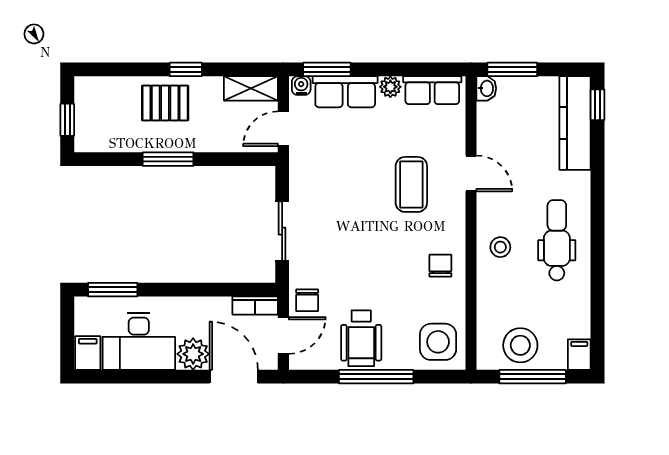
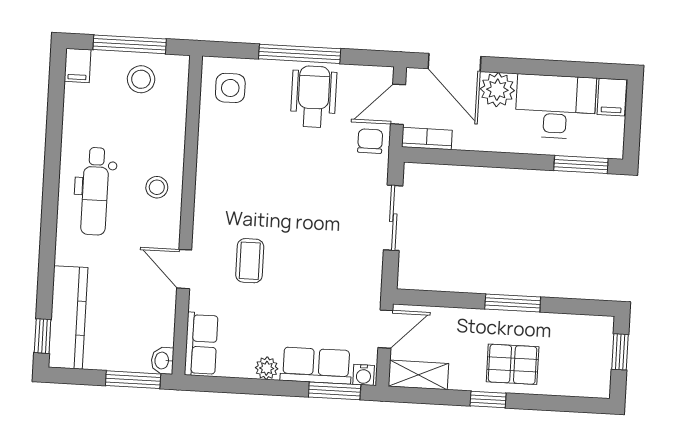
row of seats: (432, 90) -> (201, 344), moved, turned 90
coffee table: (411, 184) -> (250, 261), width x0.73, depth x0.77
chair: (440, 266) -> (223, 171), removed
side table: (438, 342) -> (230, 88), width x0.73, depth x0.73
stool: (520, 345) -> (141, 79), width x0.73, depth x0.73

